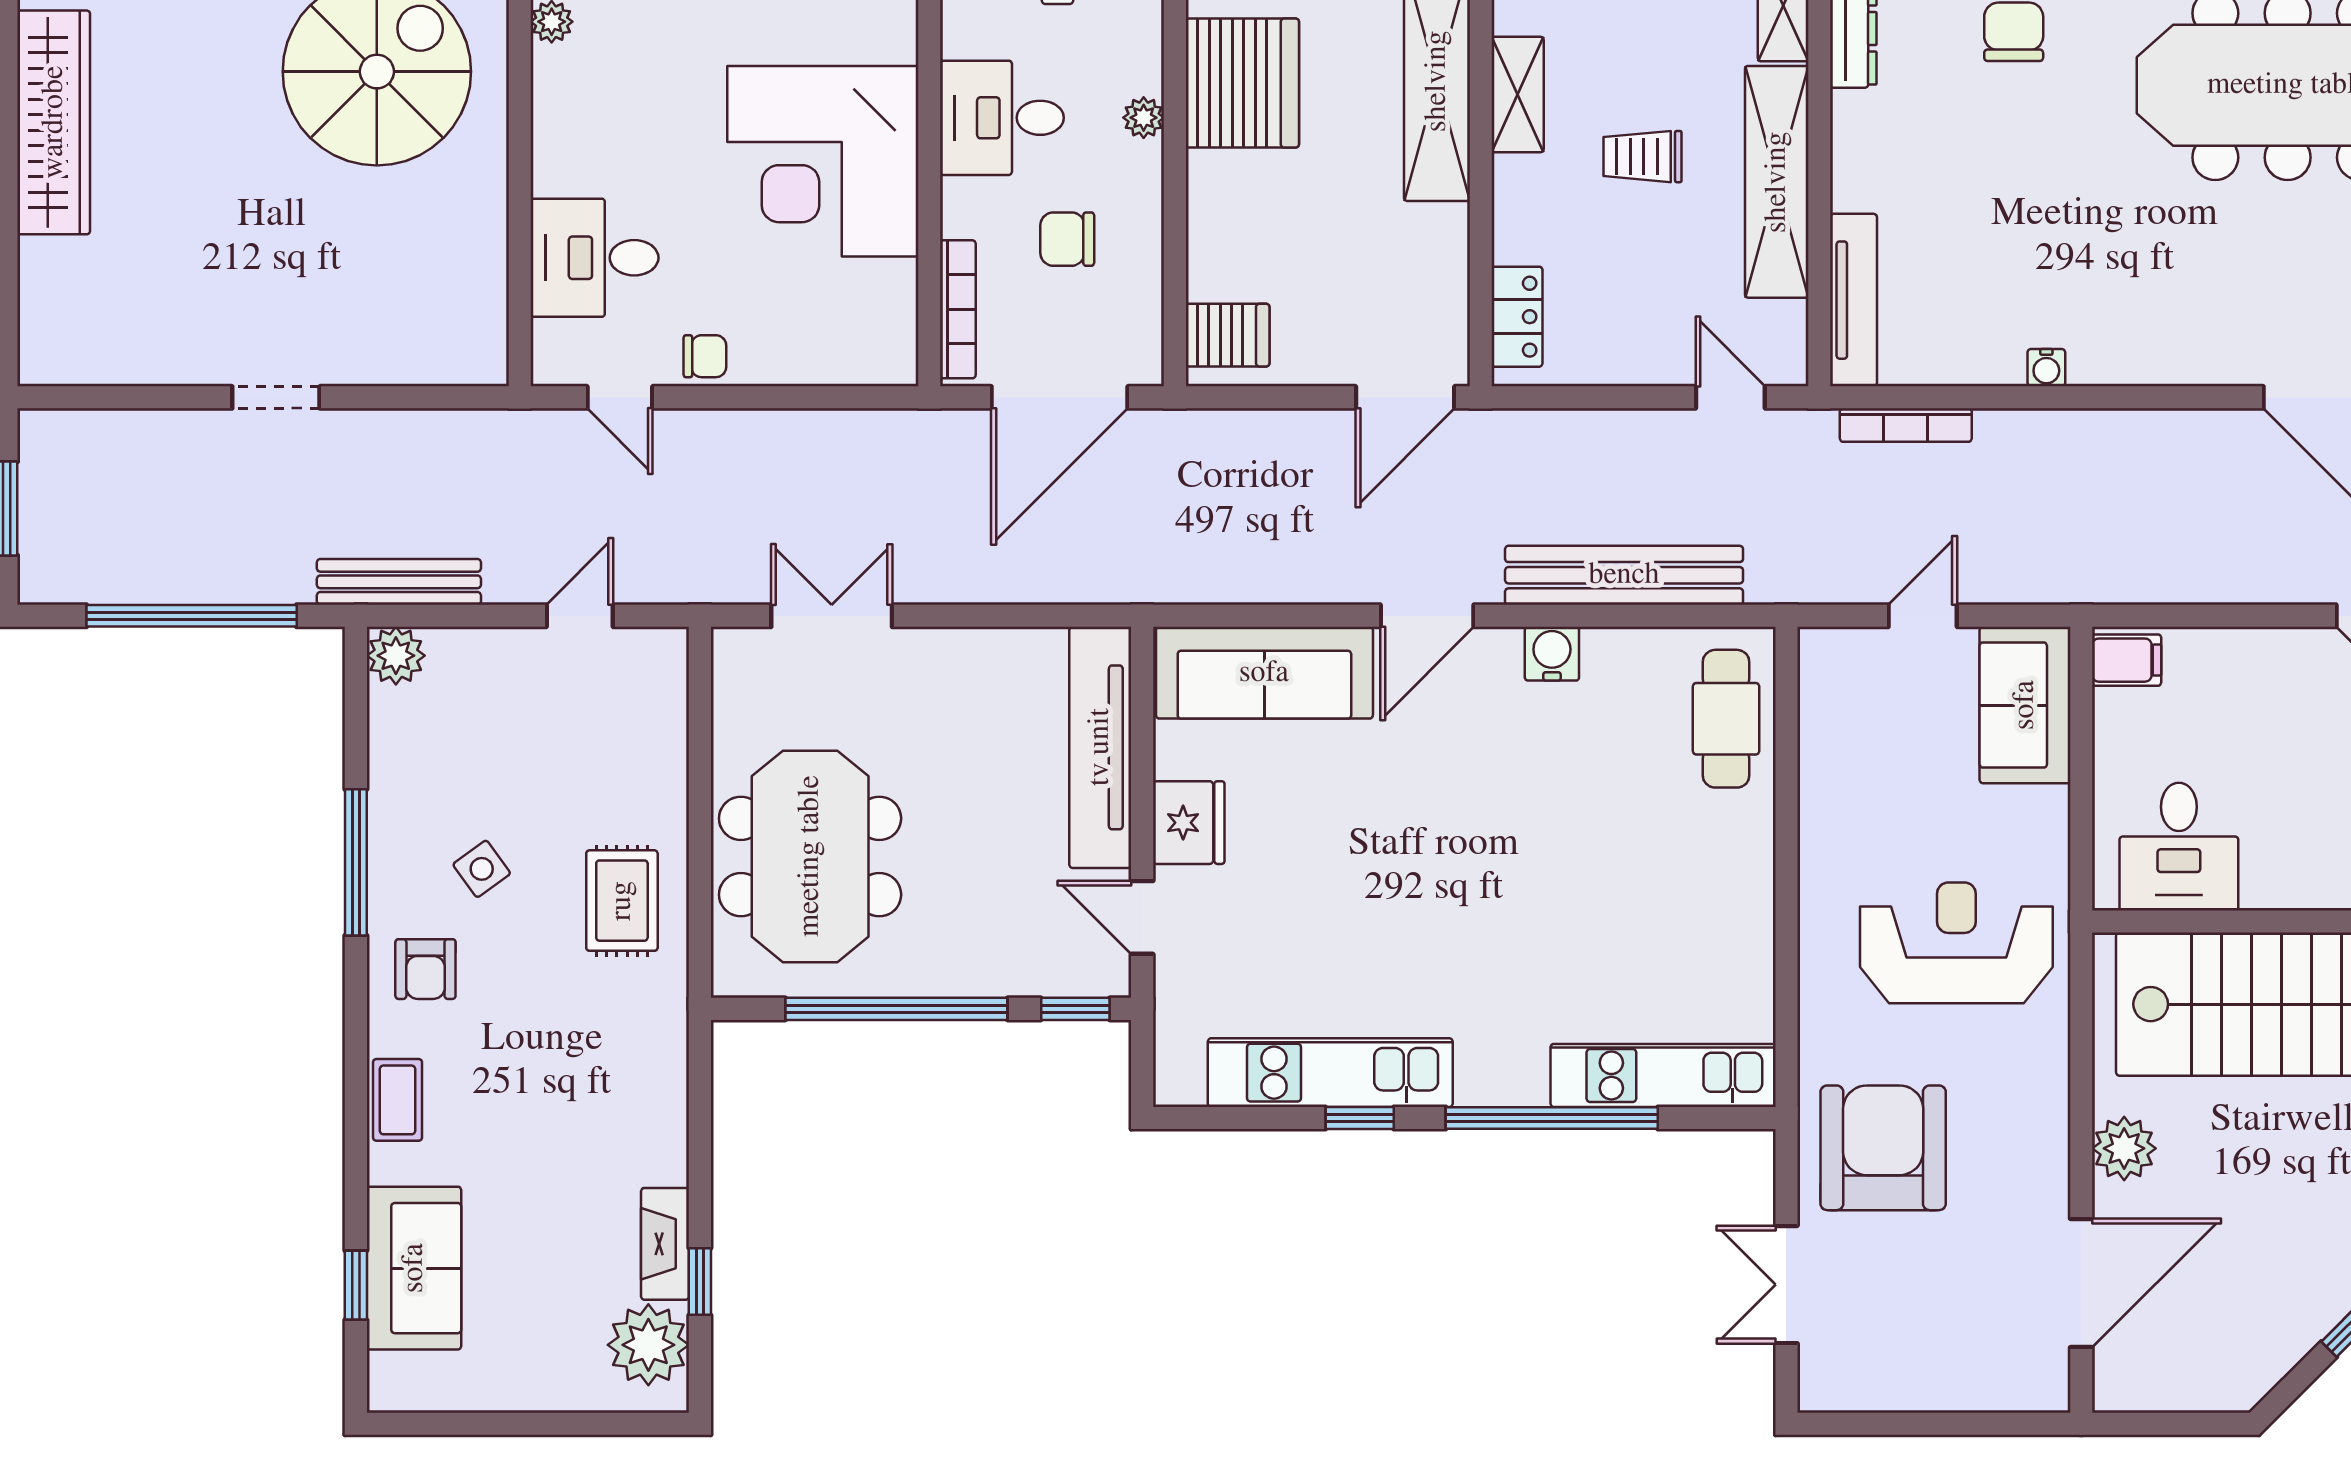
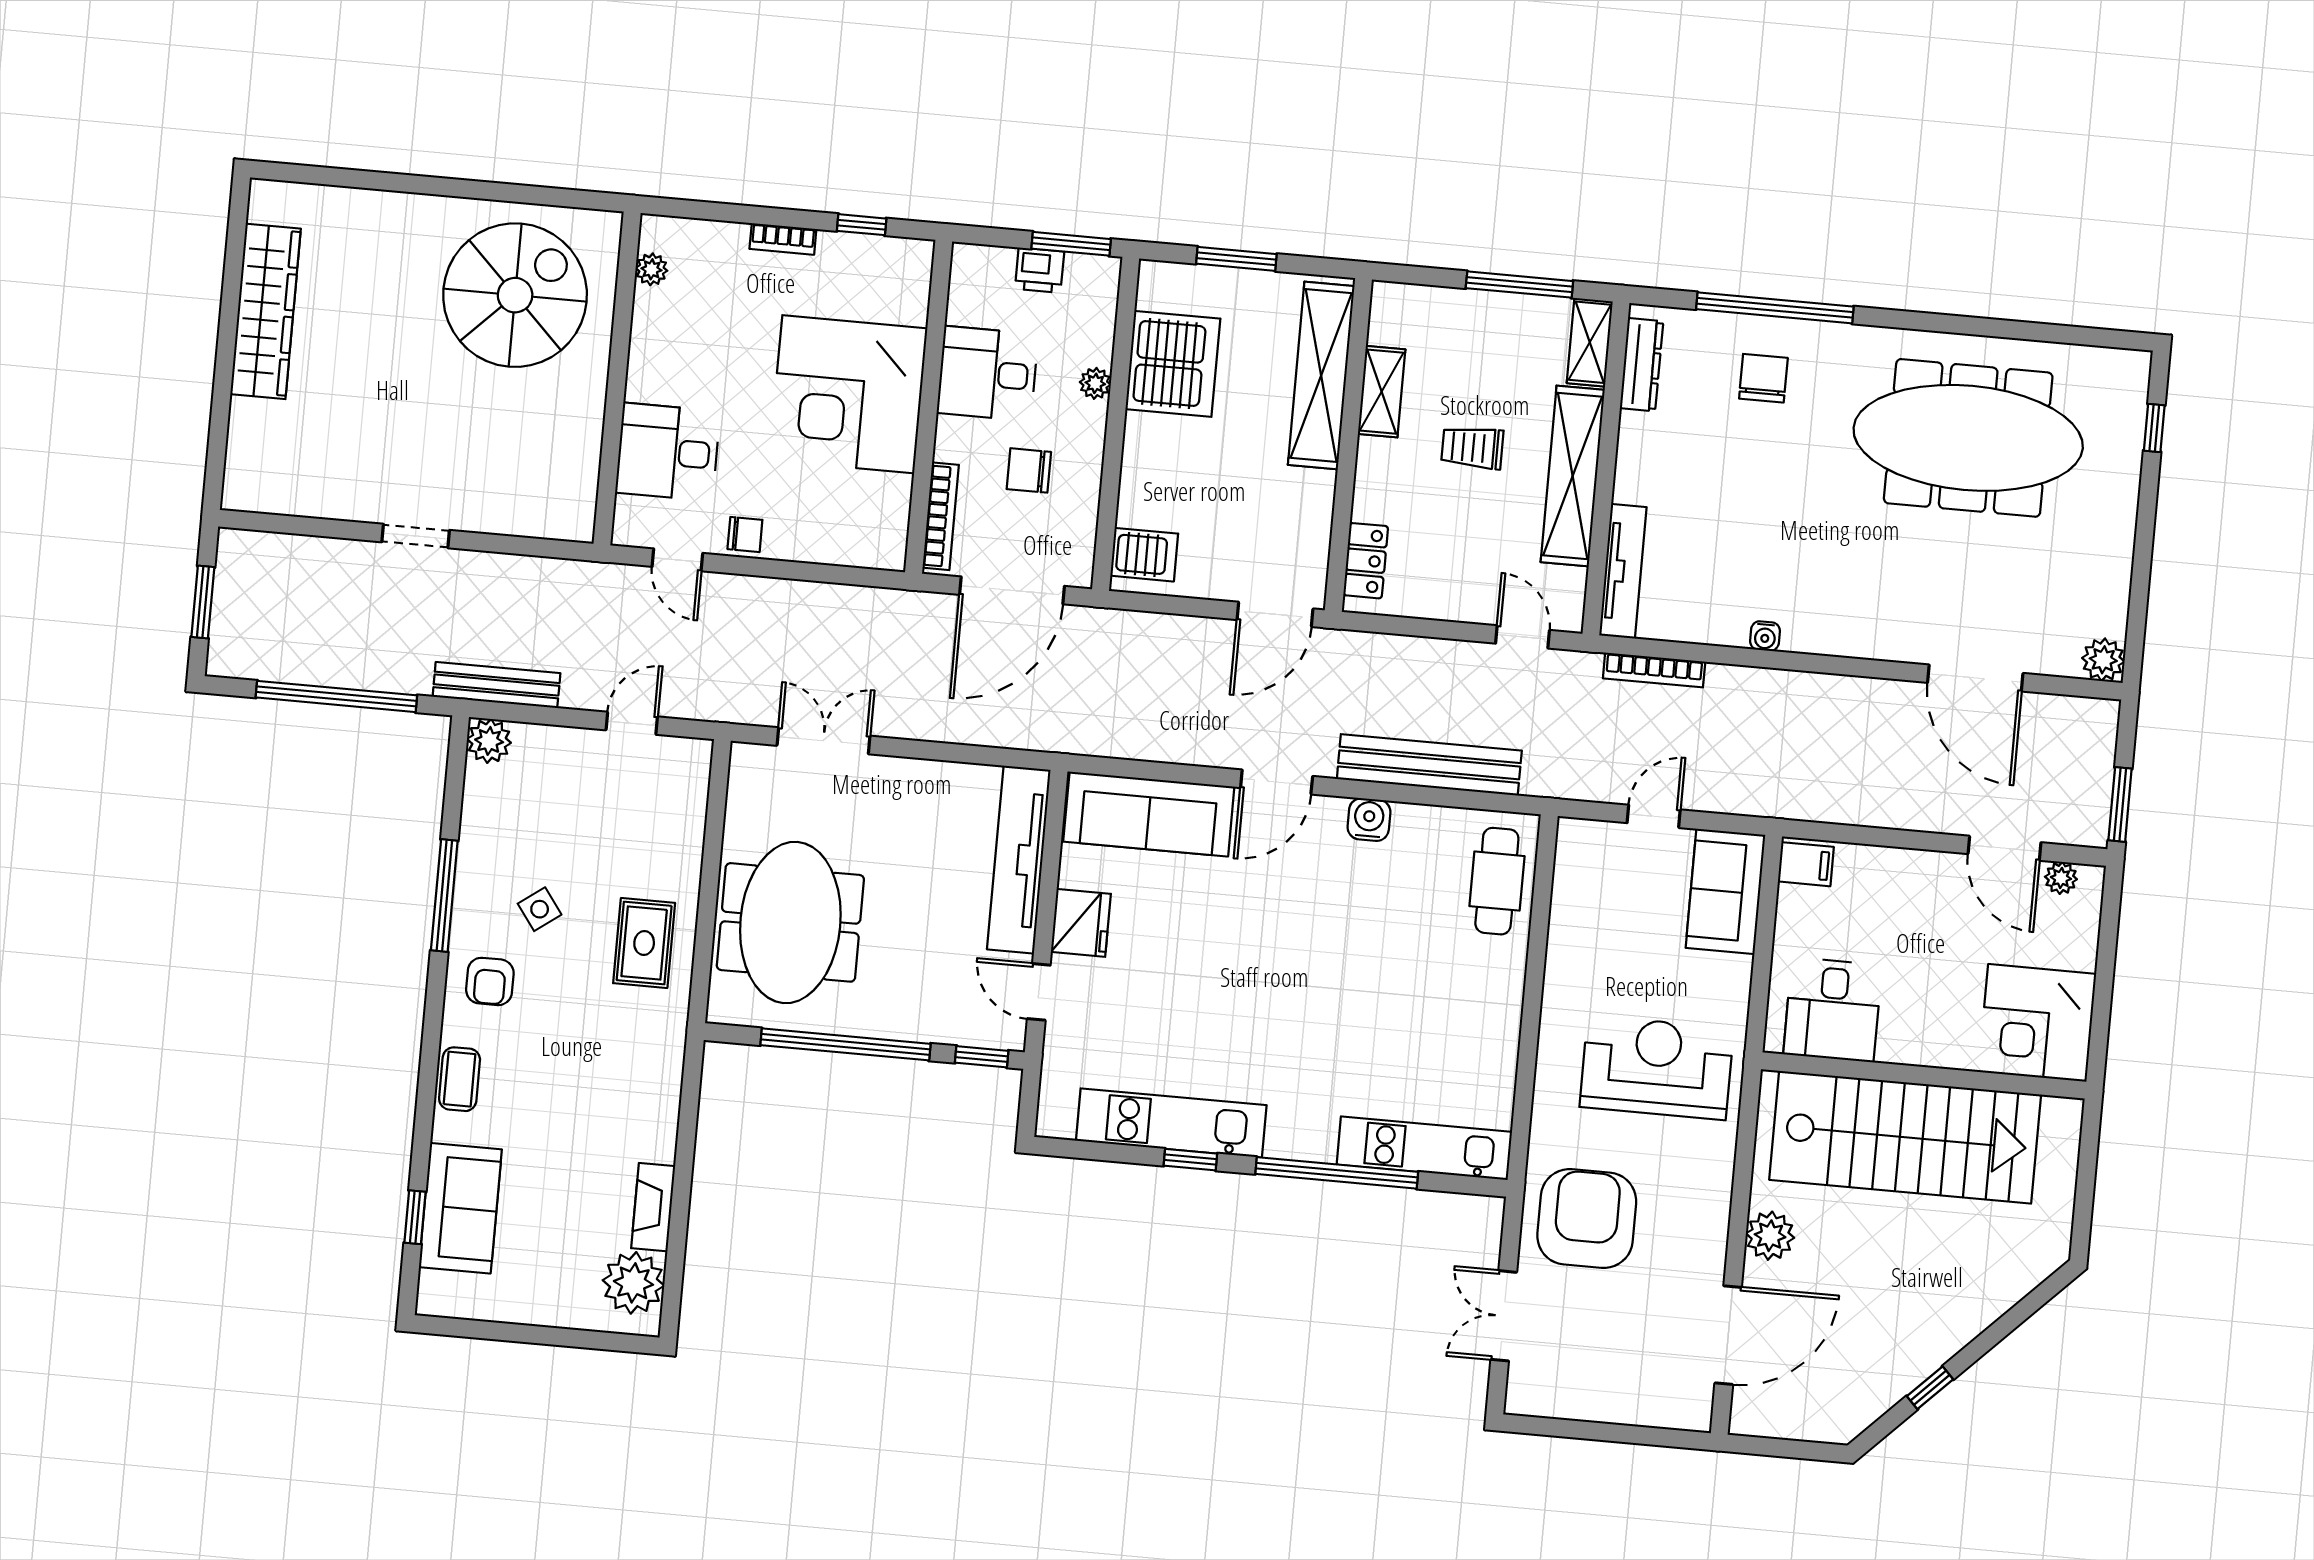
window: (700, 1282) -> (677, 1238), removed

